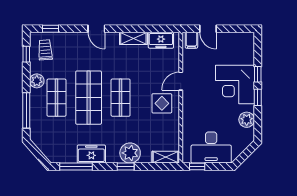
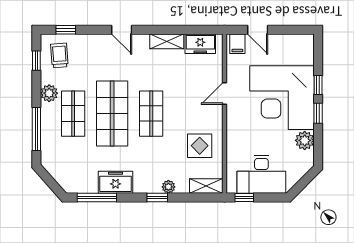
corner desk: (235, 85) -> (282, 98), width x1.36, depth x1.36
display table: (162, 103) -> (200, 146), moved
plant: (130, 153) -> (168, 187), width x0.53, depth x0.53

